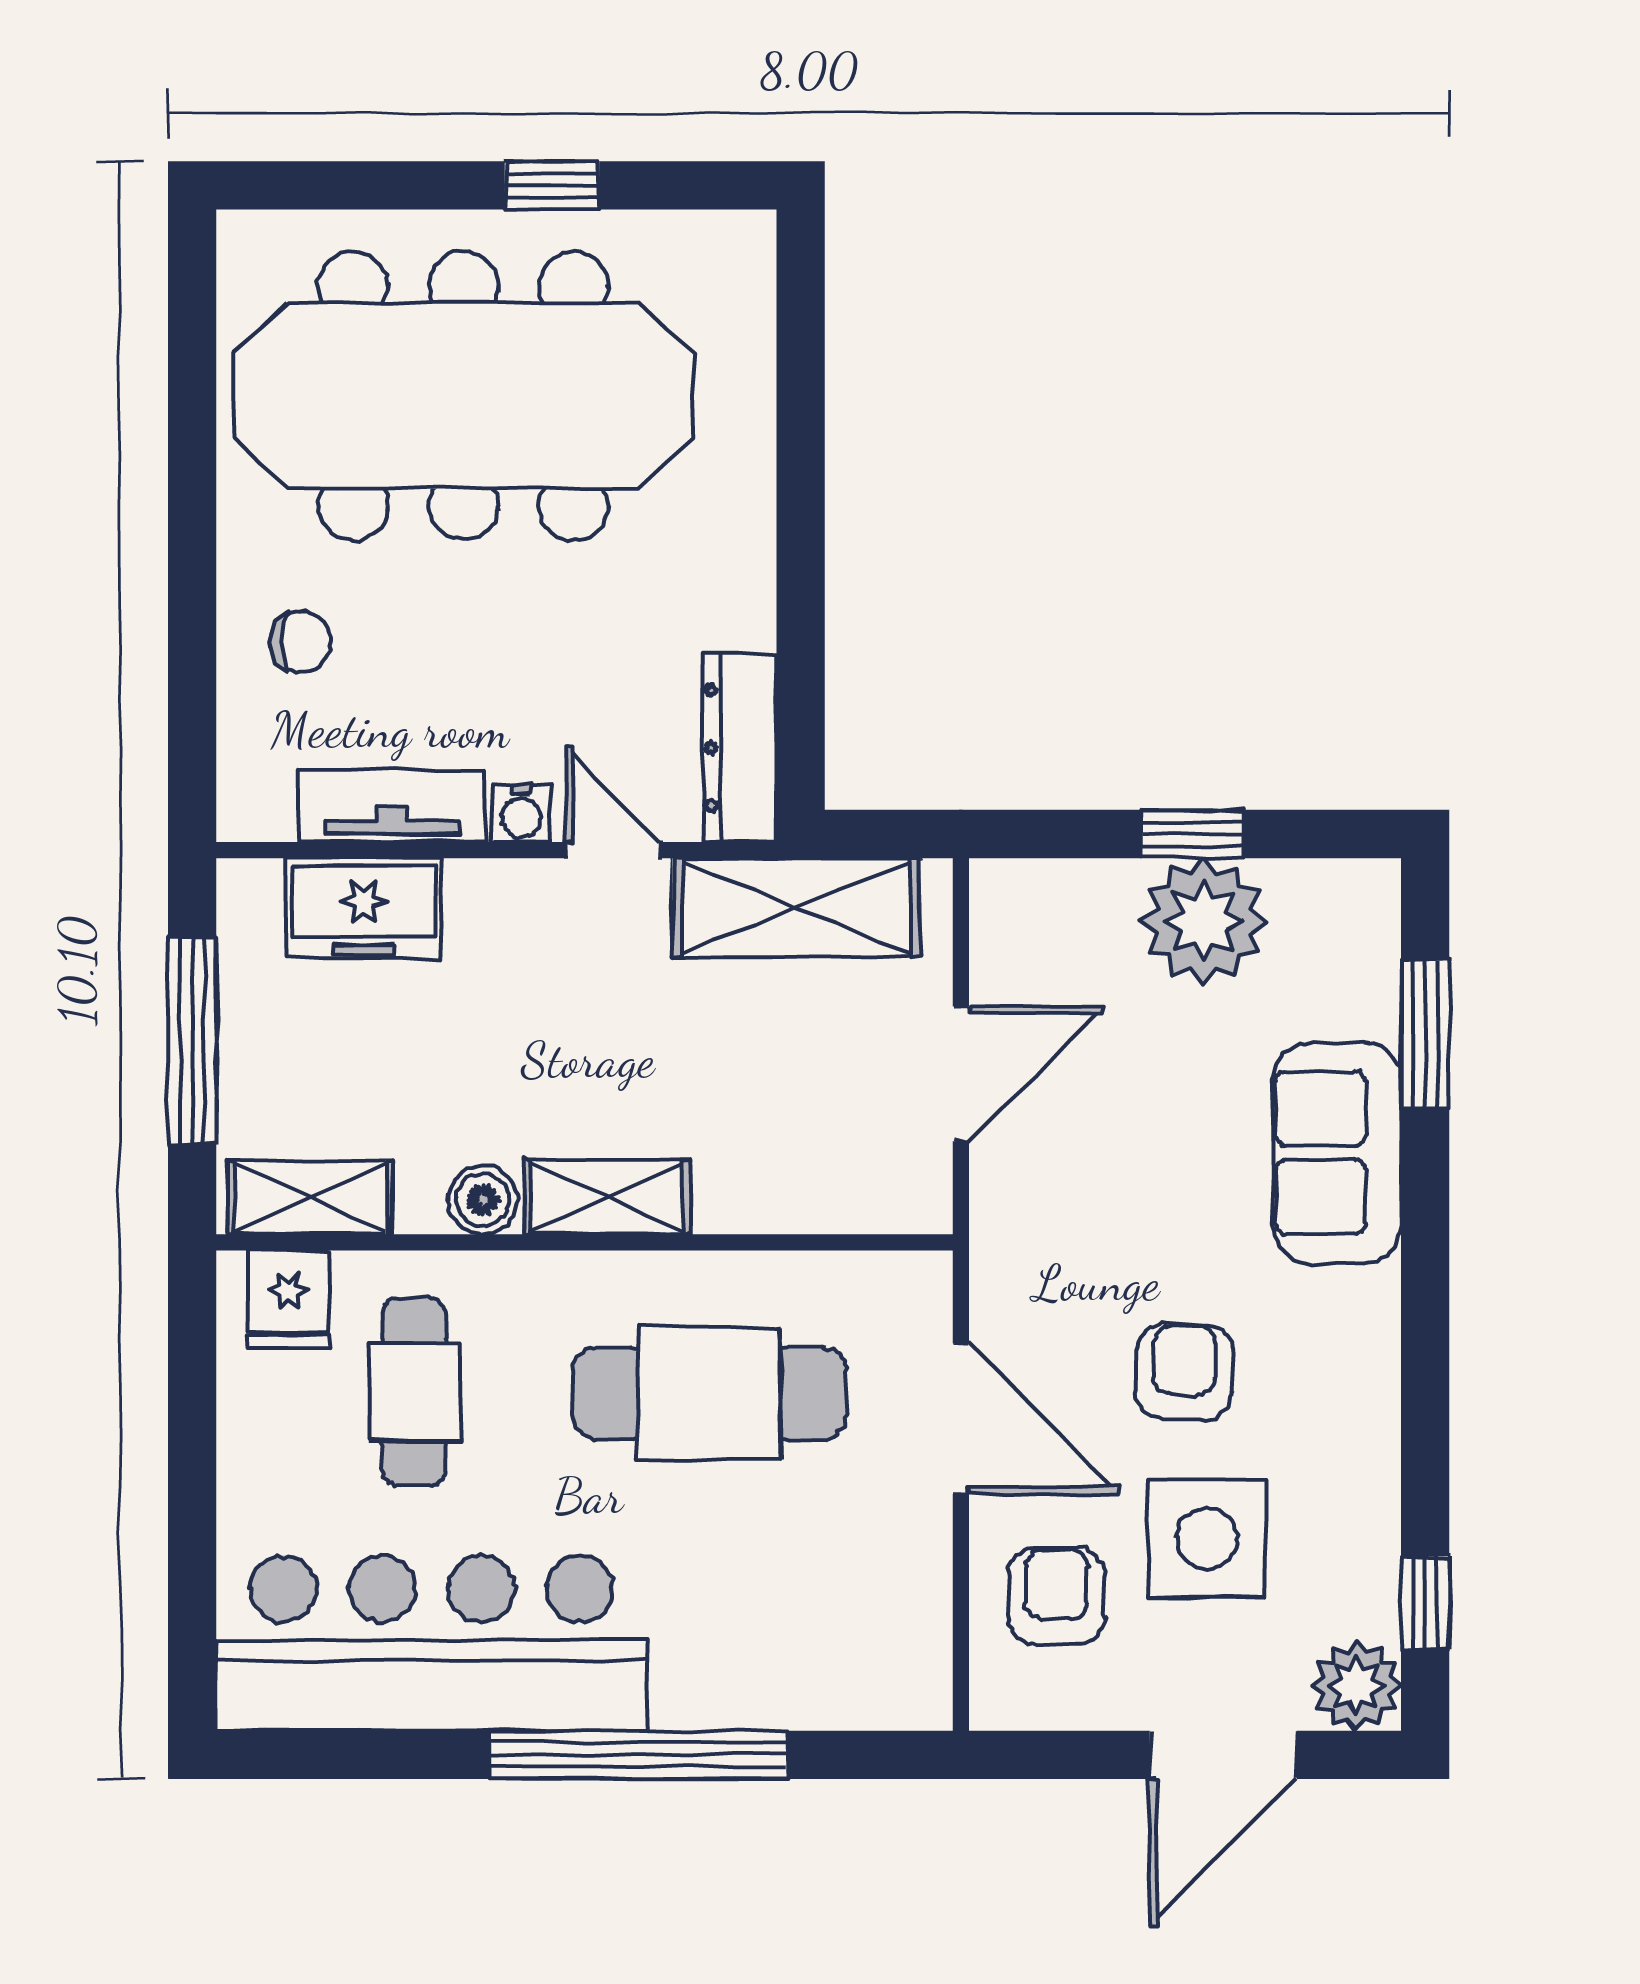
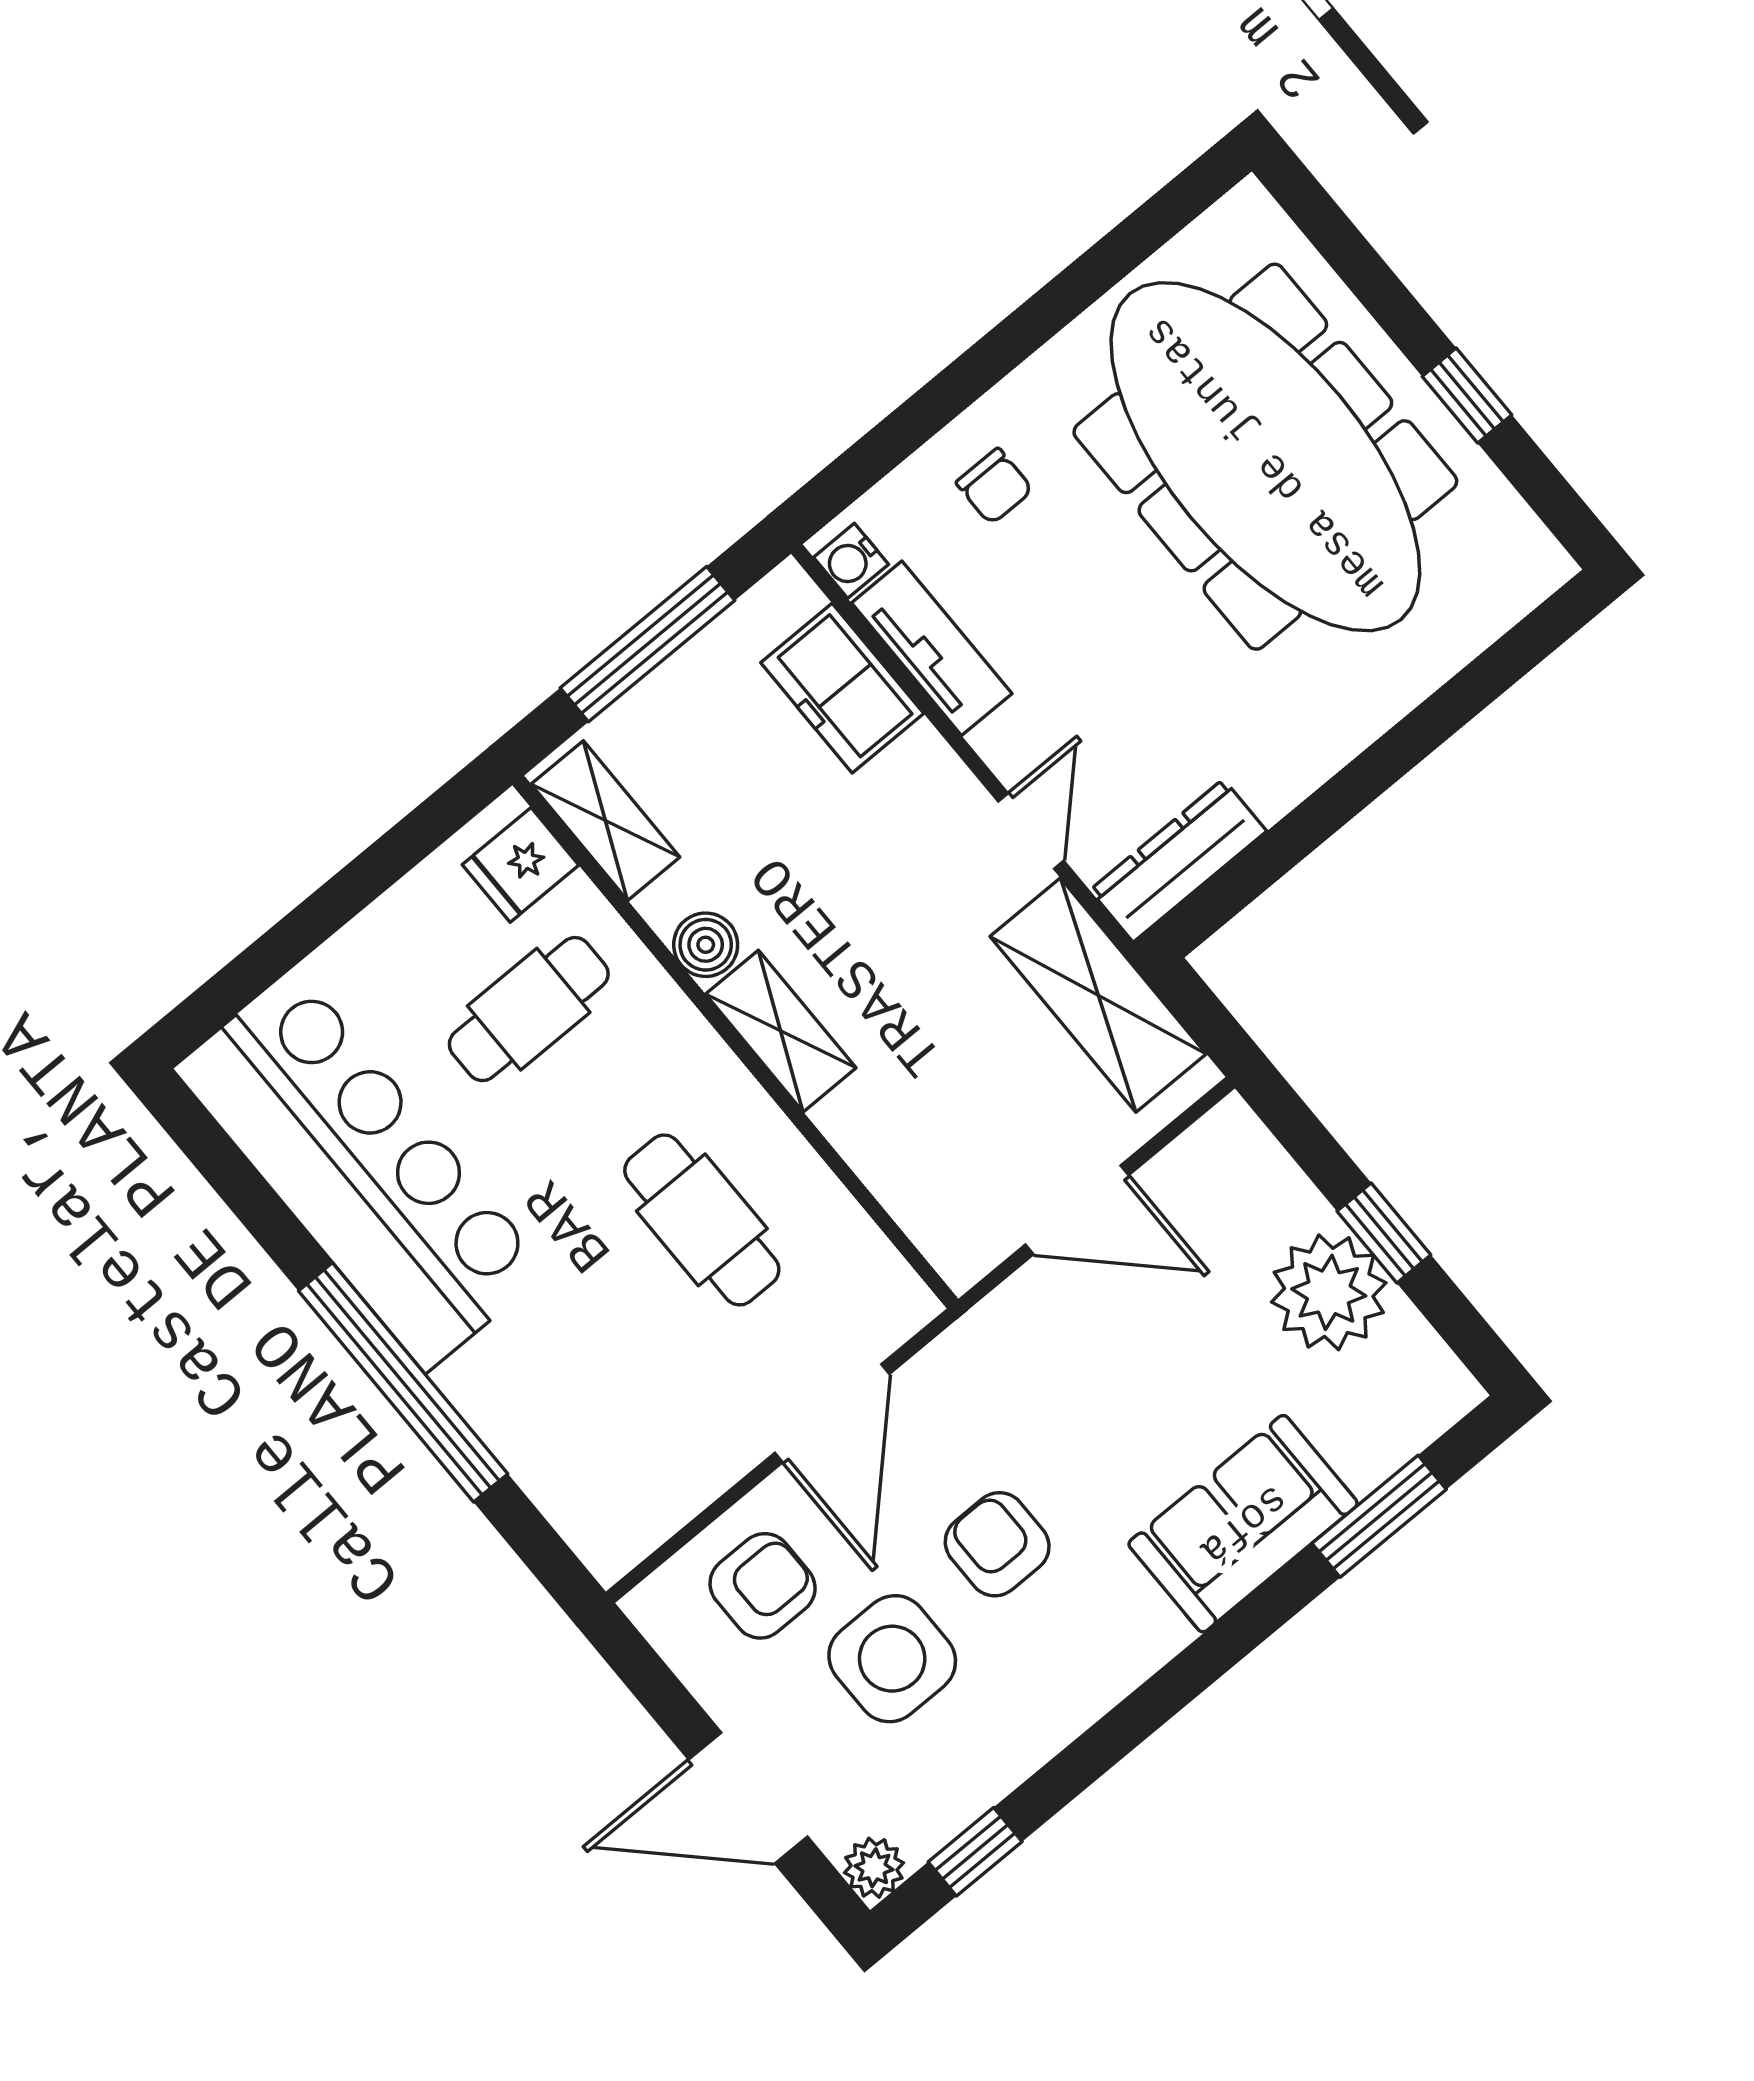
water cooler: (521, 813) -> (851, 561), moved
armchair: (1184, 1372) -> (997, 1544), turned -92
cafe table: (710, 1393) -> (702, 1220), width x0.73, depth x0.74
plant: (1356, 1686) -> (874, 1868), width x0.73, depth x0.73

